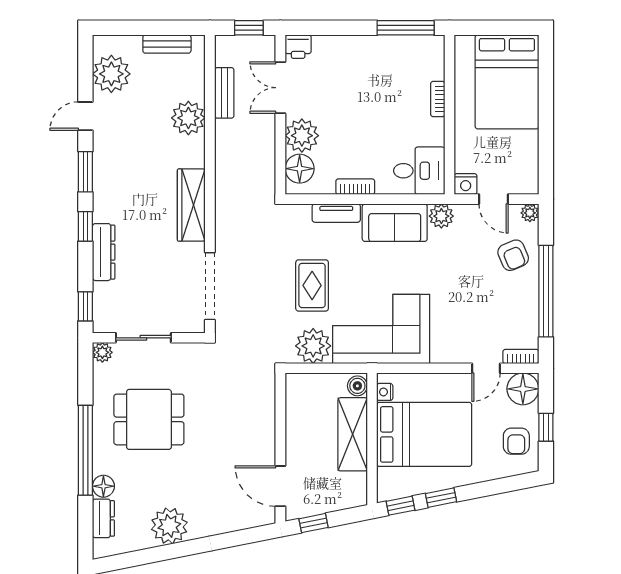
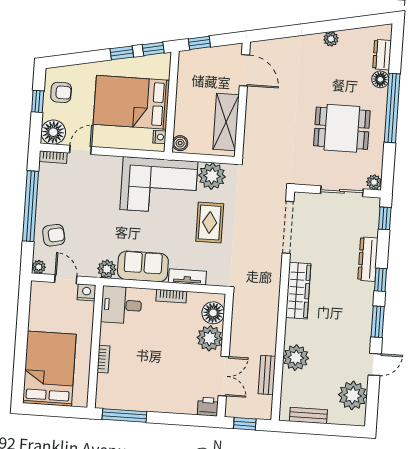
armchair: (513, 255) -> (54, 235), turned 101
shelving: (353, 434) -> (226, 122), moved
armchair: (516, 441) -> (61, 92), turned 90
window: (314, 523) -> (199, 43), moved
plant: (169, 526) -> (331, 39), width x0.53, depth x0.53

